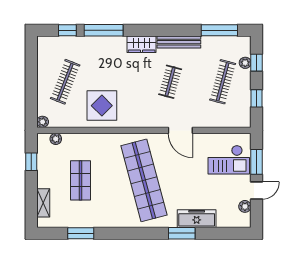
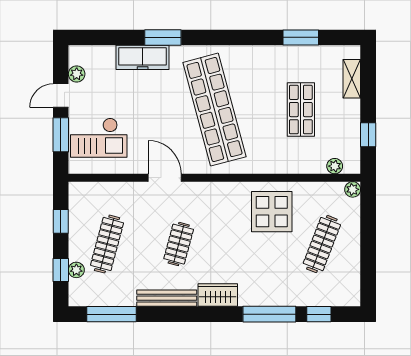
checkout: (229, 160) -> (99, 138), turned 180

